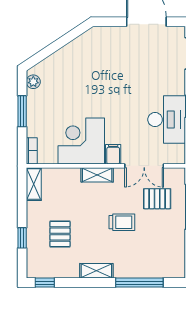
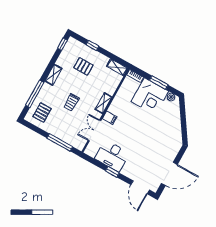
corner desk: (81, 141) -> (150, 96), moved, turned 90
pallet: (157, 199) -> (42, 113), moved

